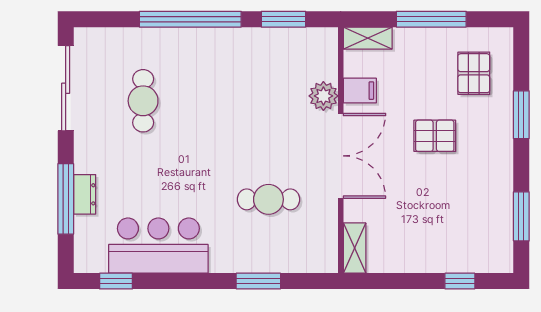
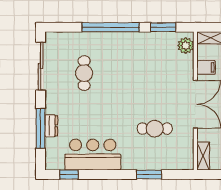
plant: (323, 96) -> (186, 46), moved

